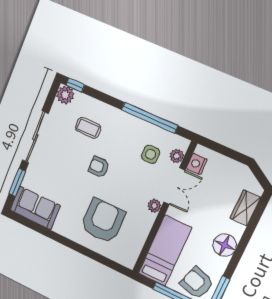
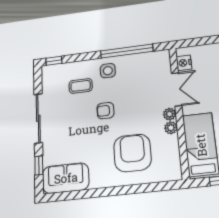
plant: (65, 95) -> (49, 72), removed
side table: (151, 154) -> (108, 71), moved
plant: (177, 156) -> (171, 128), moved
window: (17, 182) -> (39, 165), width x0.67

